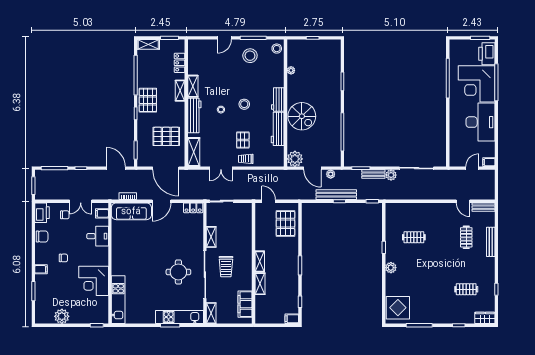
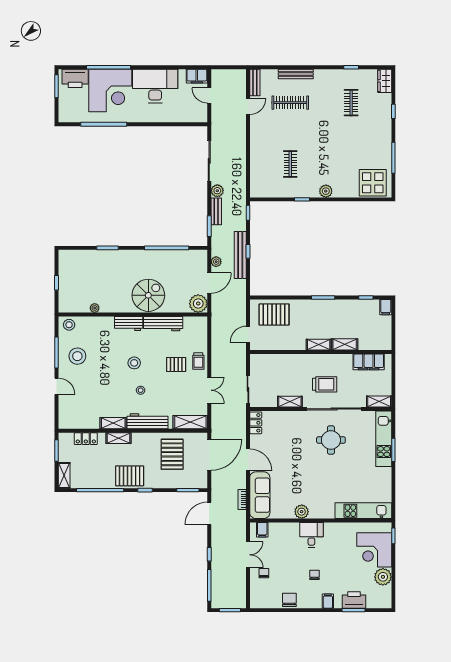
filing cabinet: (489, 162) -> (197, 76), width x2.00
printer: (42, 213) -> (354, 600), moved
desk: (98, 236) -> (311, 535), moved
clothes rail: (466, 237) -> (290, 103), width x1.36
plant: (117, 247) -> (302, 512), added
corner desk: (94, 281) -> (374, 550), moved, turned 90

